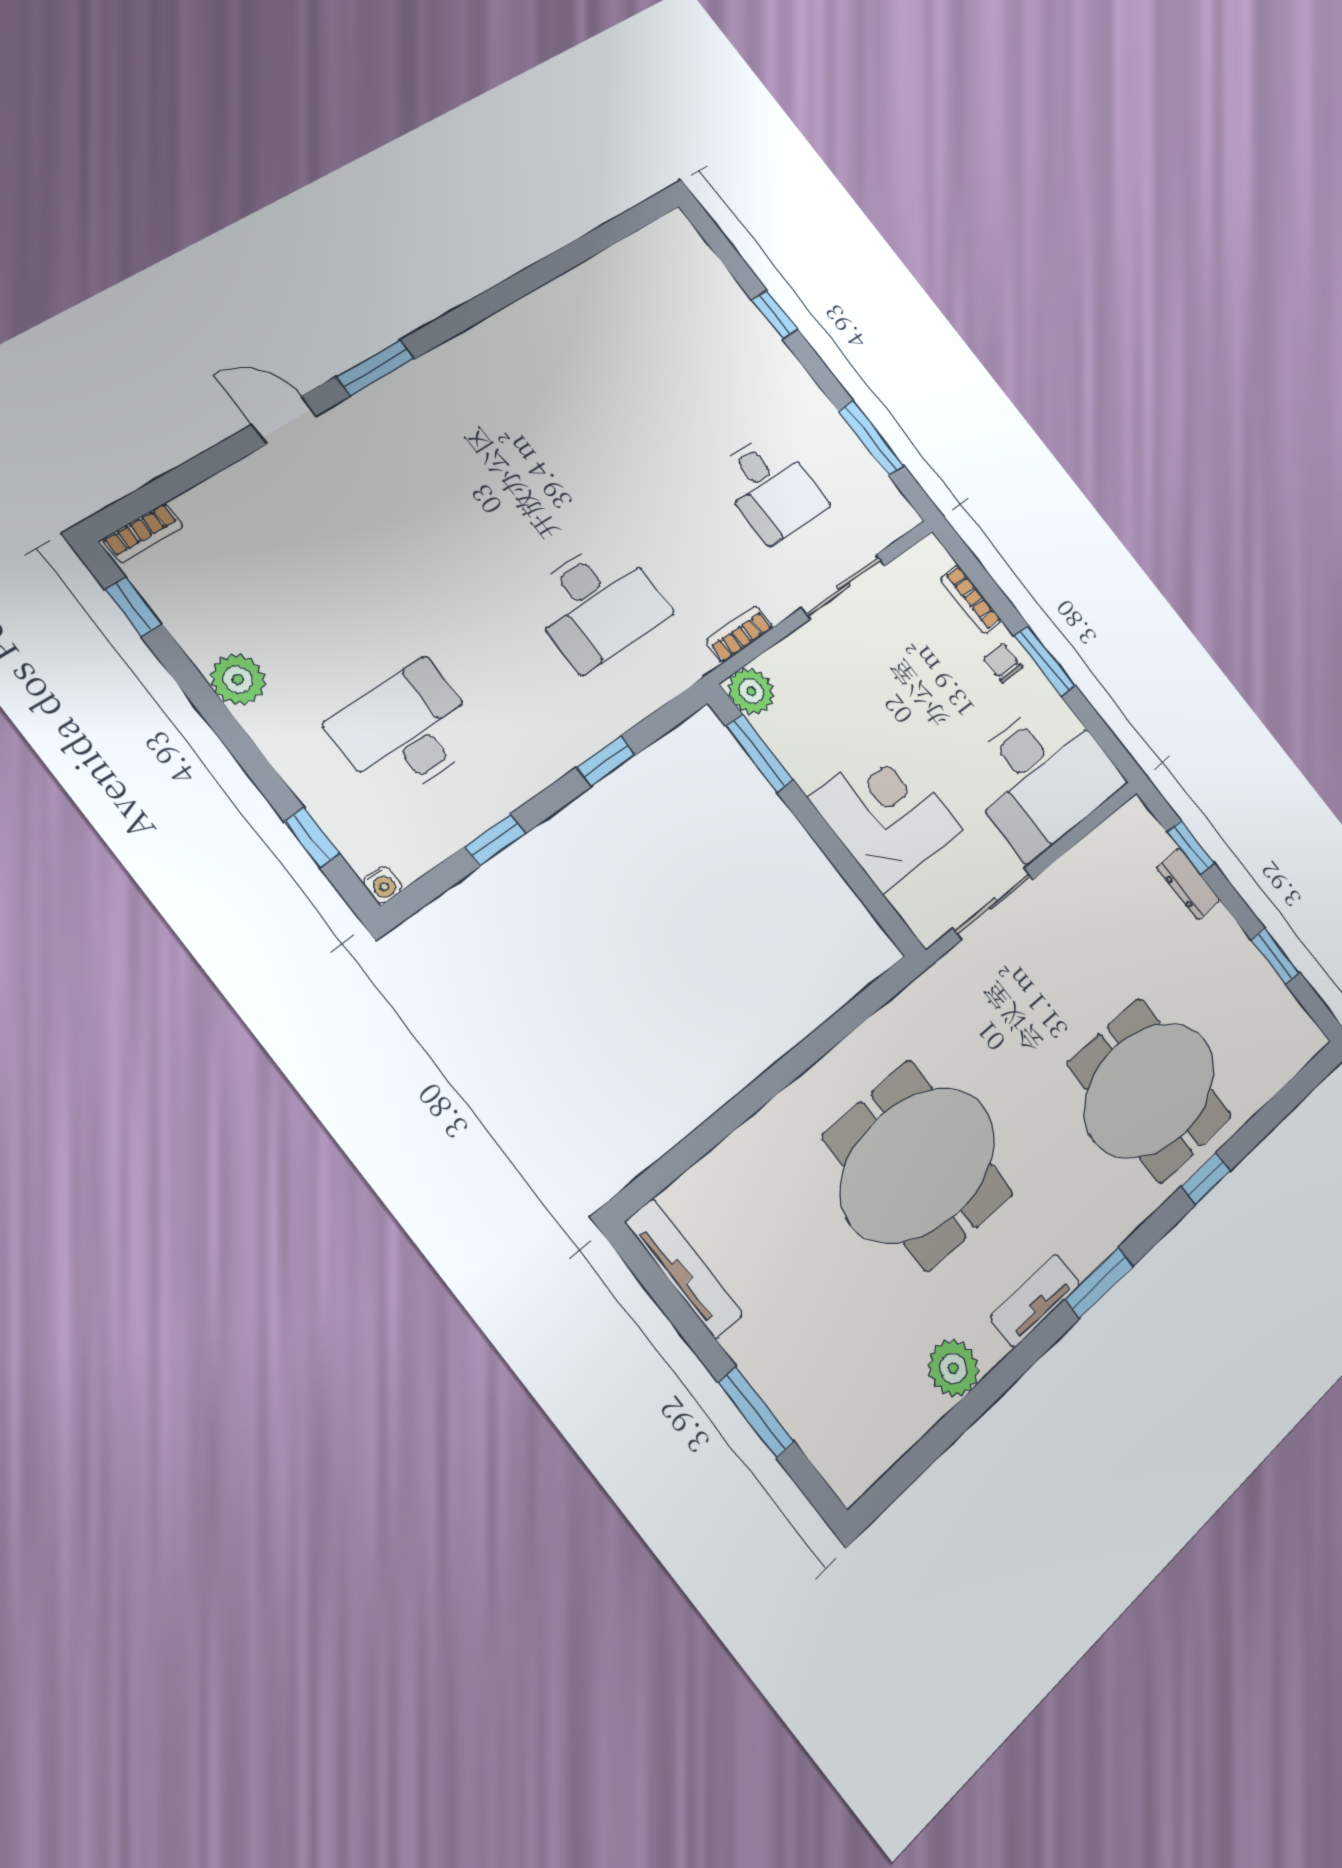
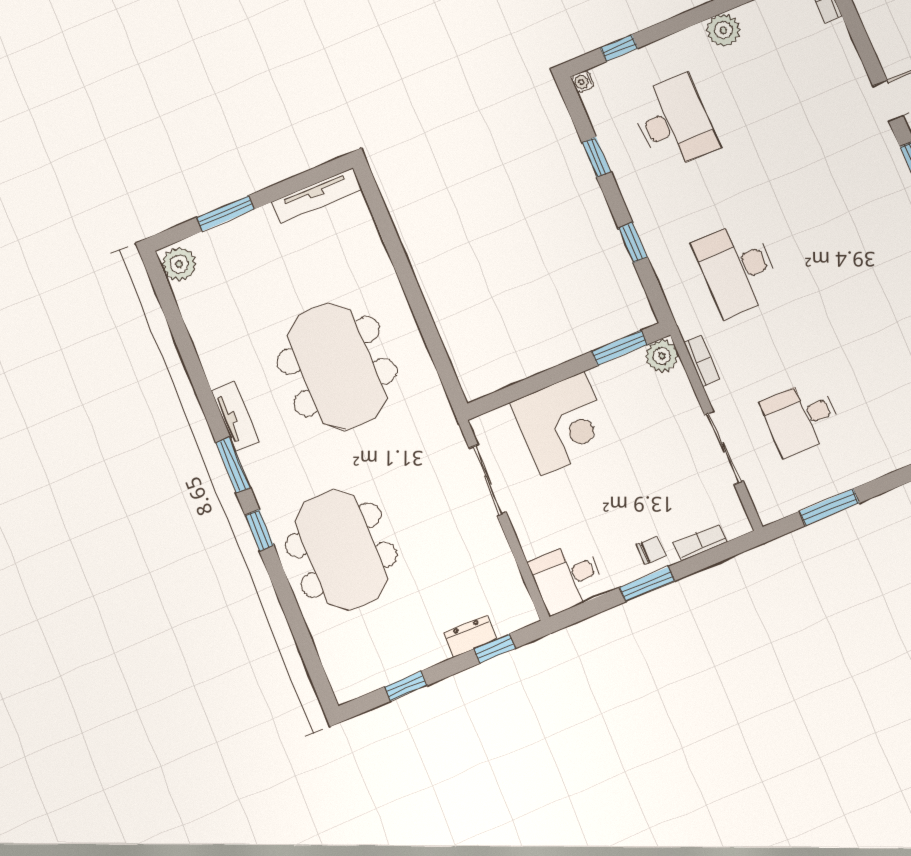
desk: (1042, 777) -> (567, 578), width x0.53, depth x0.77
window: (1206, 1179) -> (259, 530), moved
plant: (953, 1368) -> (179, 264), moved

